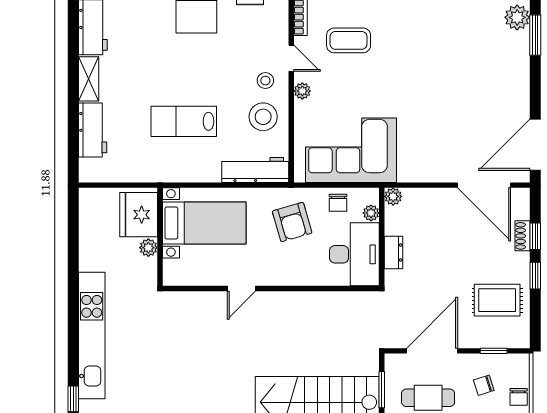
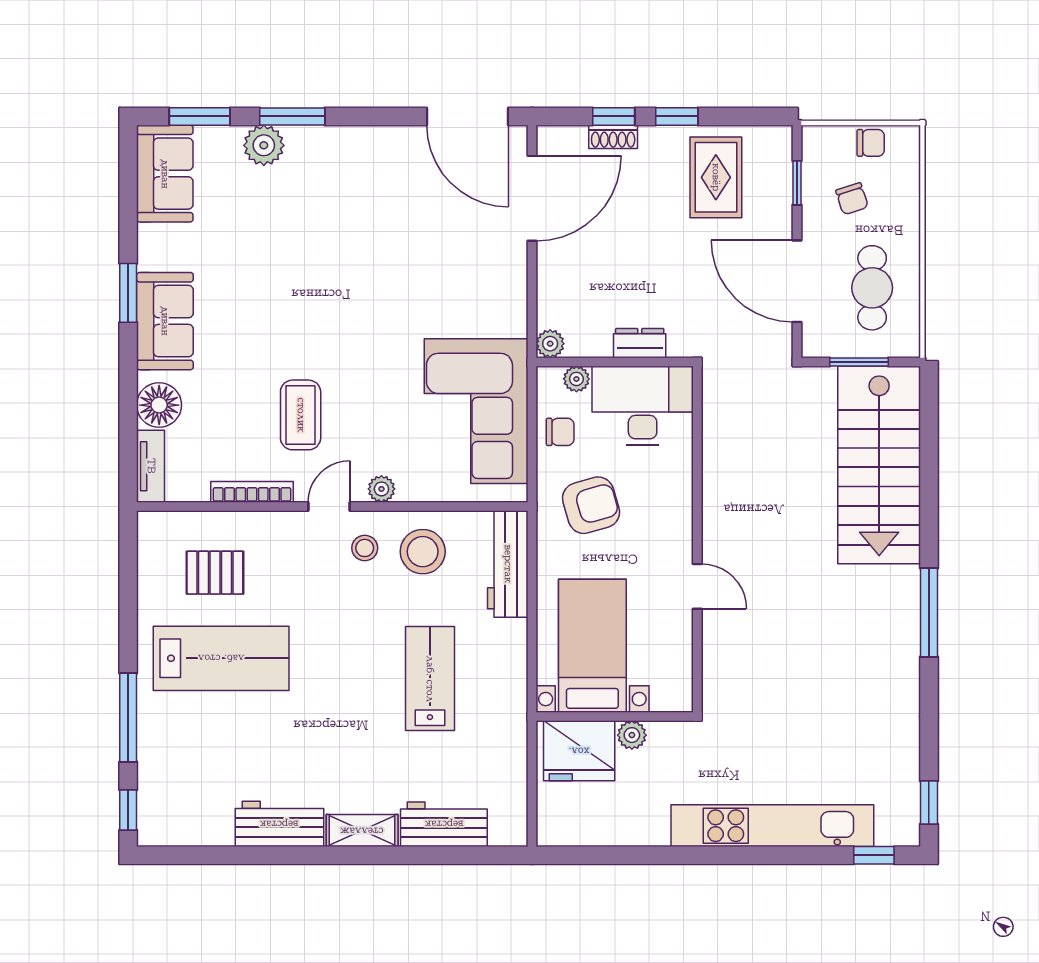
lab bench: (184, 121) -> (430, 679), turned 180

